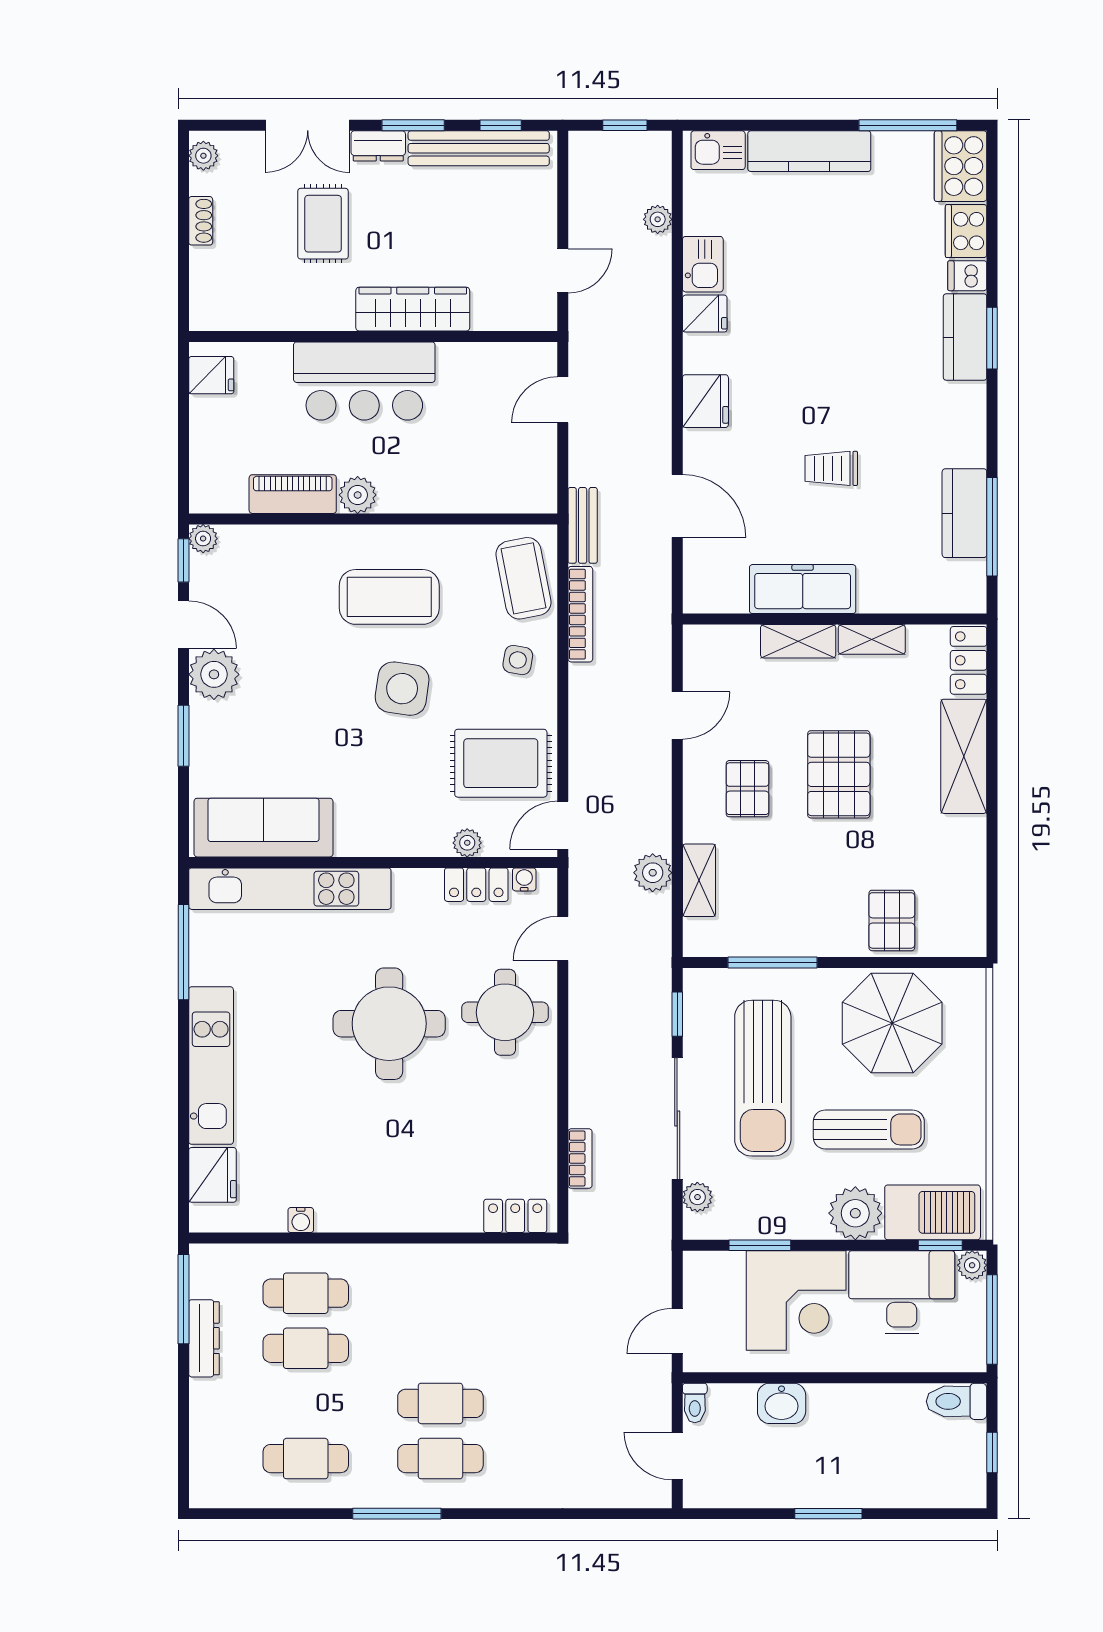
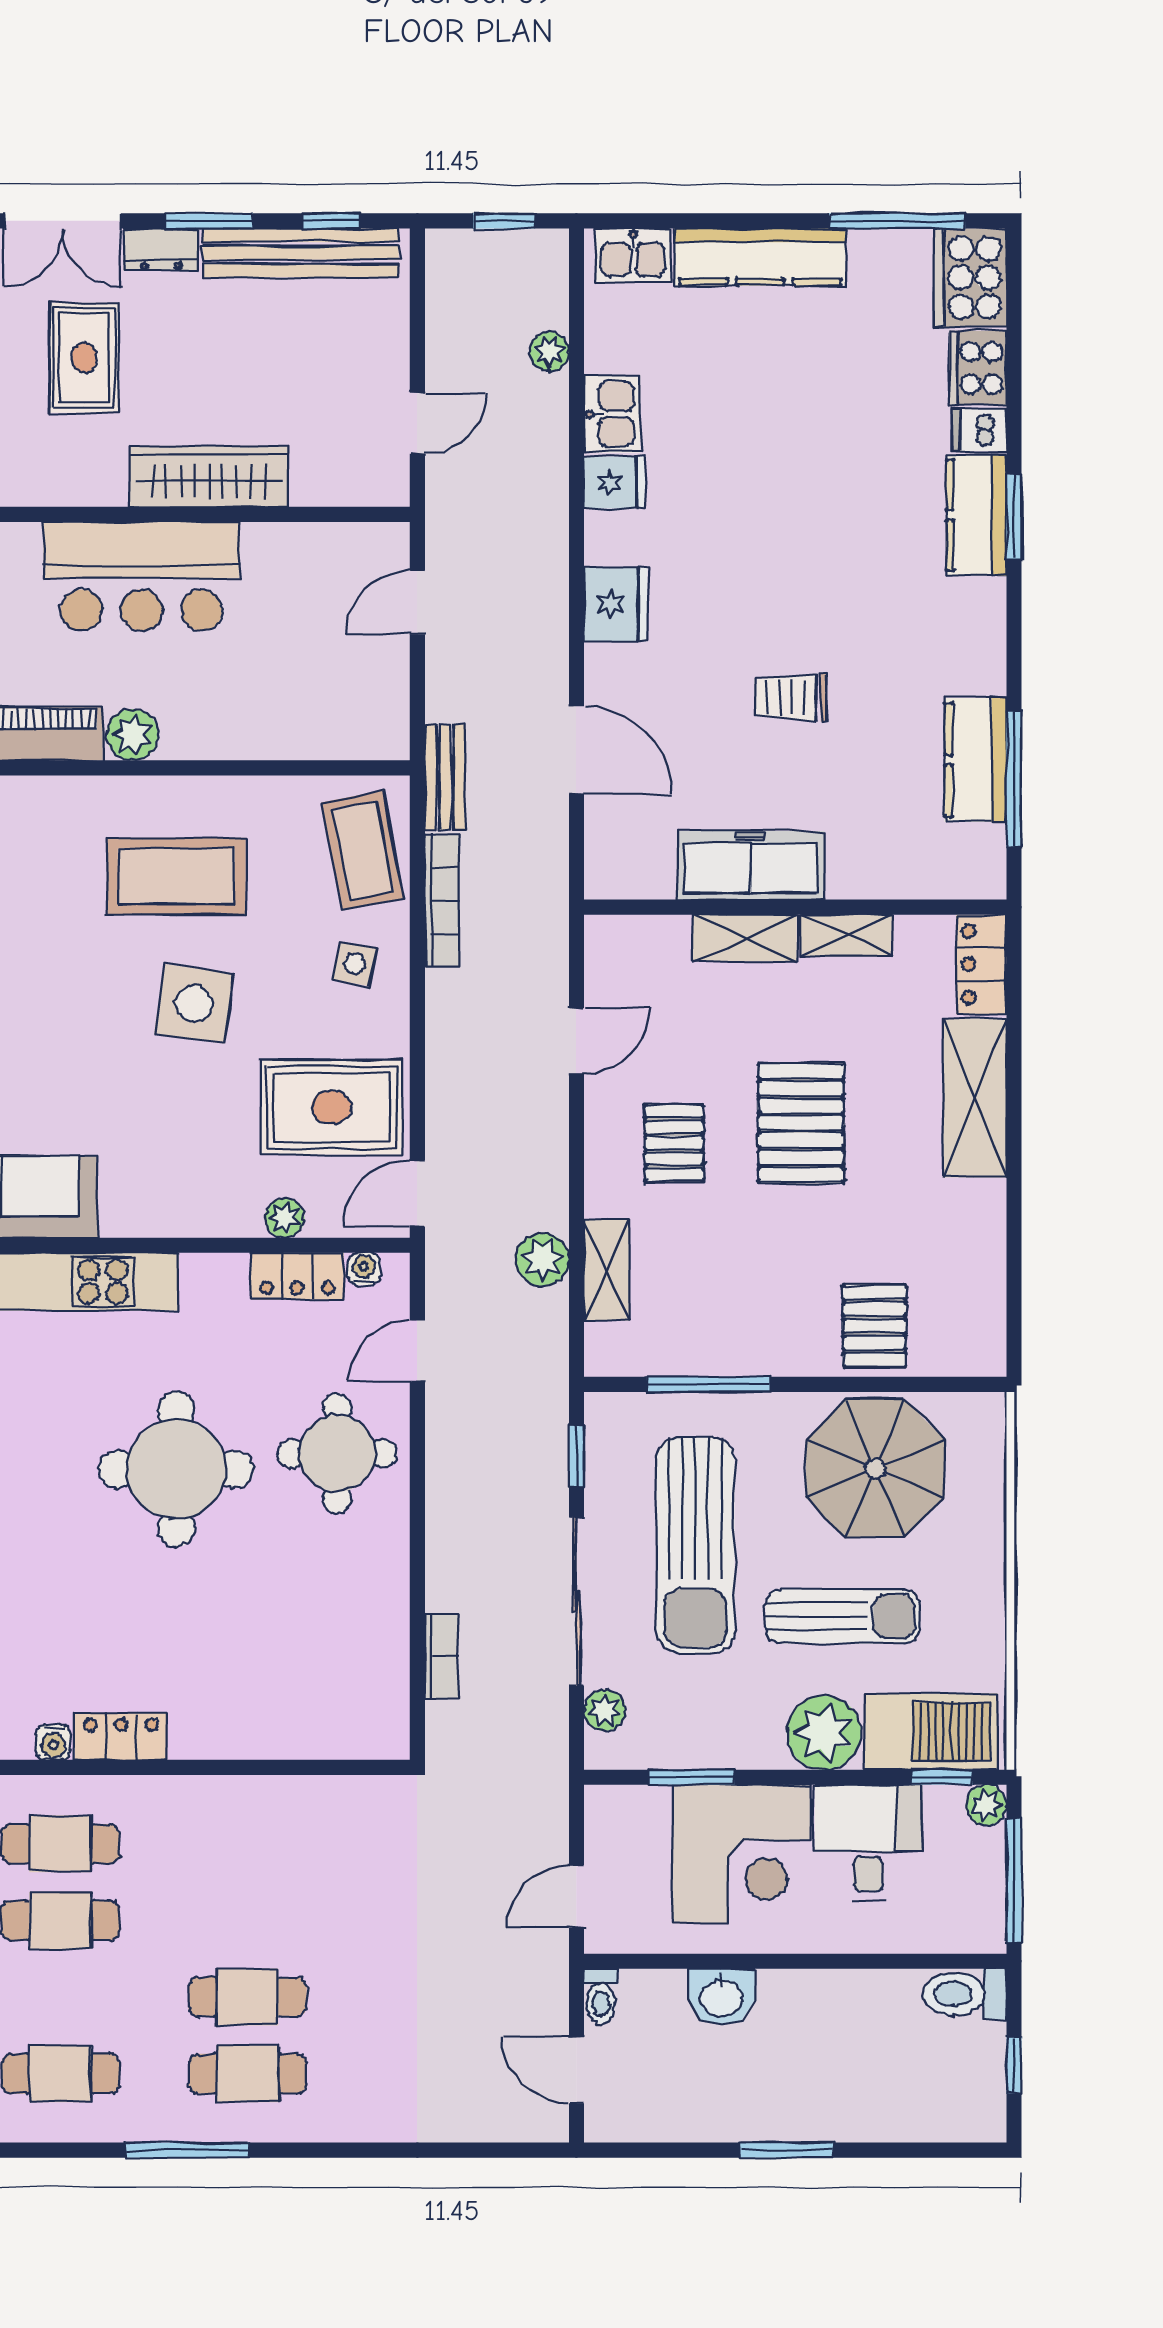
locker: (515, 1216) -> (121, 1737), moved
desk: (902, 1292) -> (868, 1843), width x0.73

